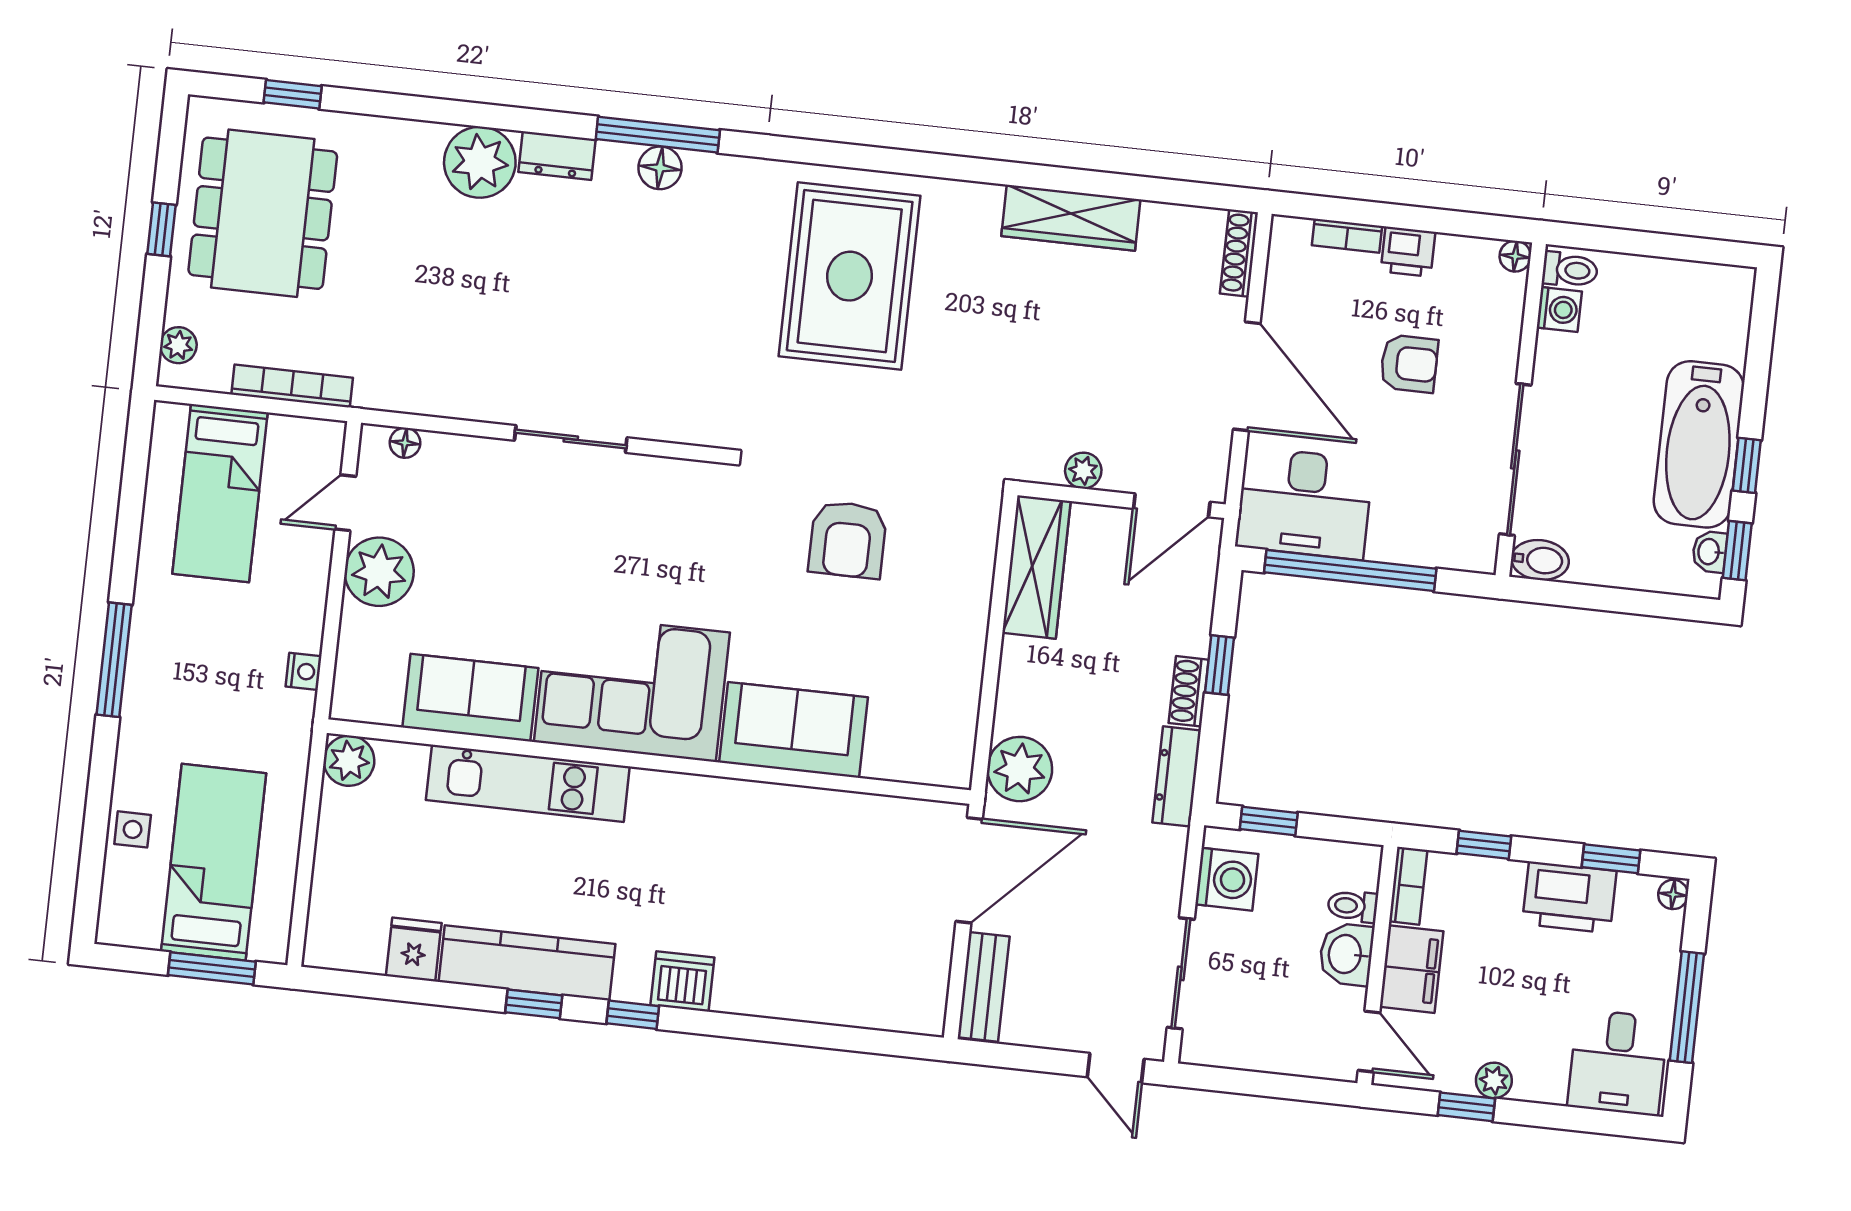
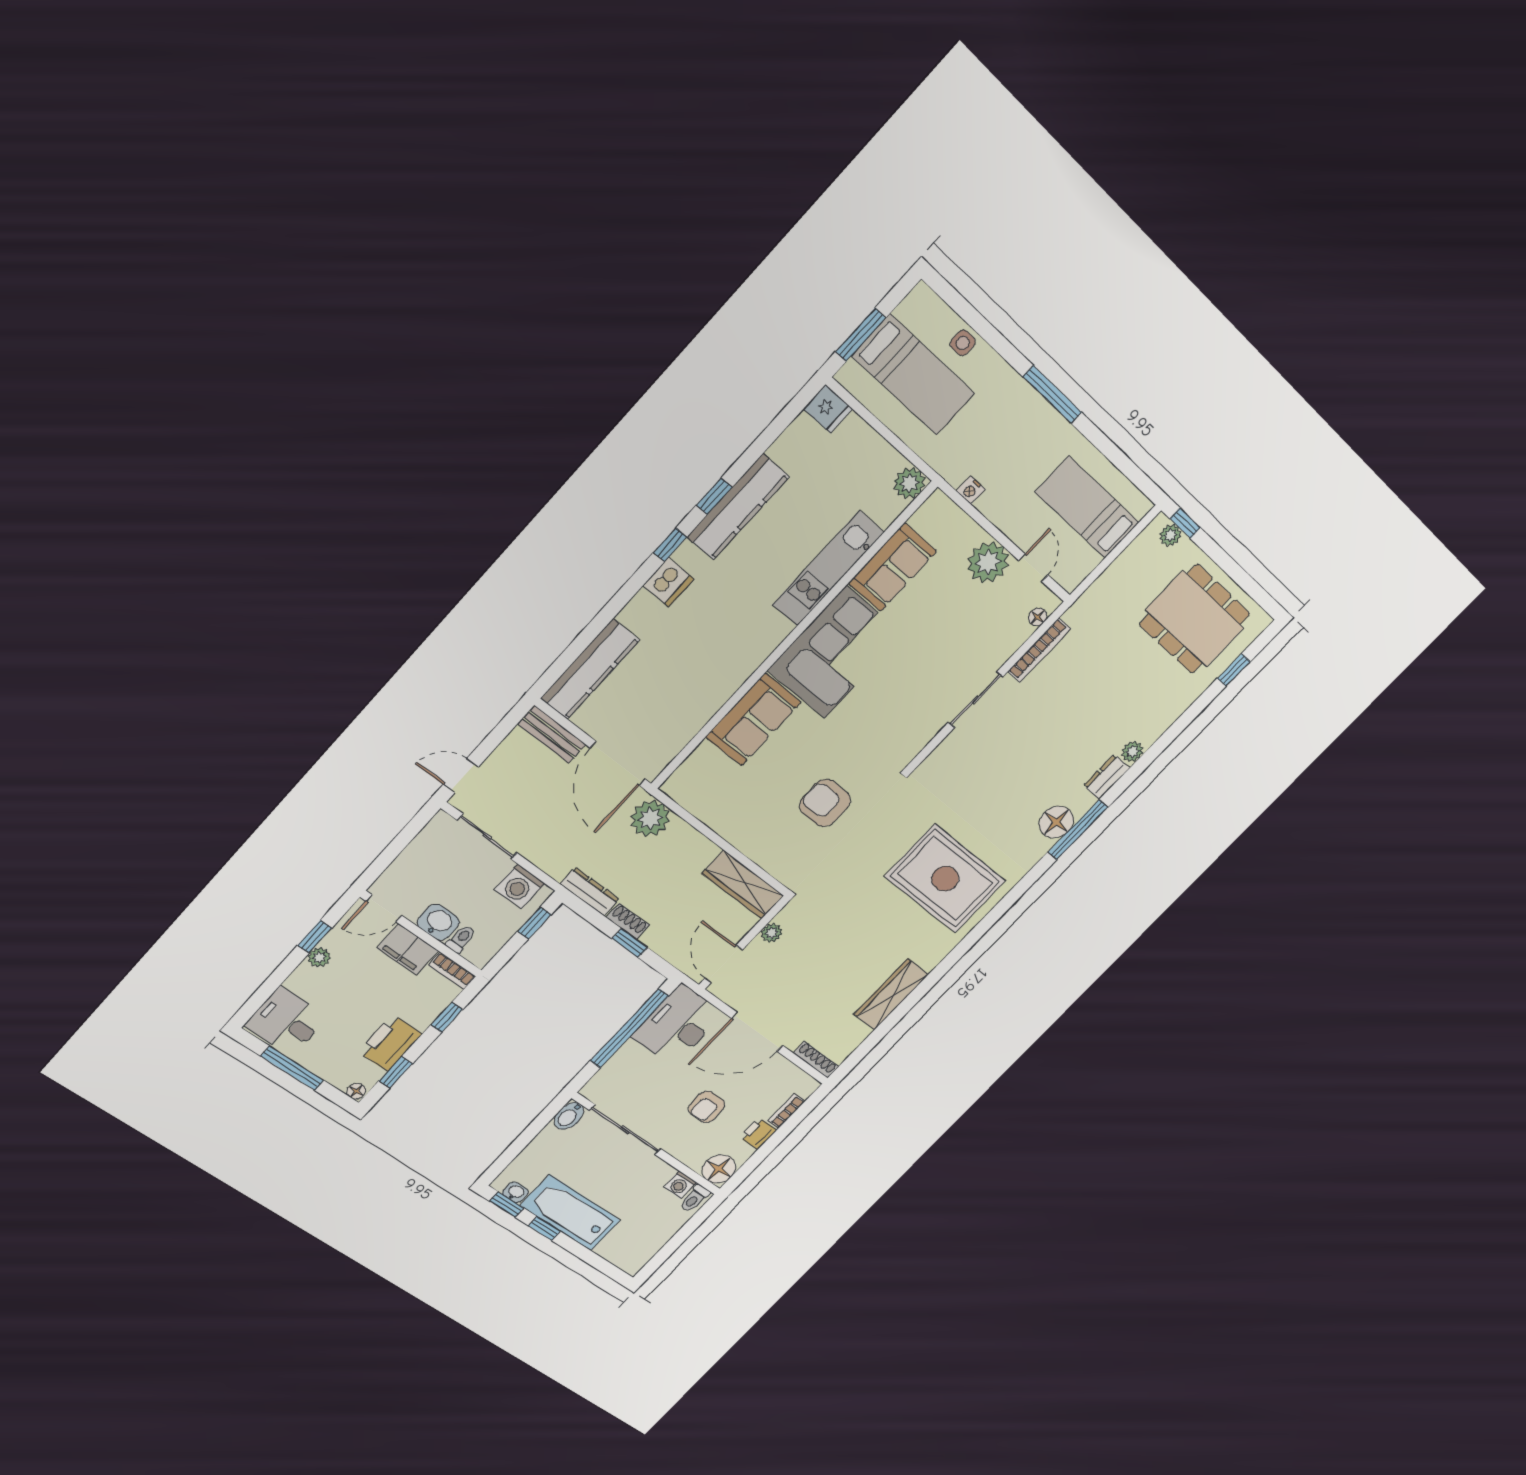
plant: (480, 162) -> (1132, 752), width x0.53, depth x0.53
floor lamp: (660, 168) -> (1056, 822), width x1.38, depth x1.38
window: (162, 229) -> (1185, 523), moved
floor lamp: (1515, 256) -> (719, 1169), width x1.89, depth x1.89
bookcase: (292, 386) -> (1039, 650), moved
fridge: (414, 949) -> (828, 409), moved
kitchen counter: (863, 1000) -> (590, 669), added

